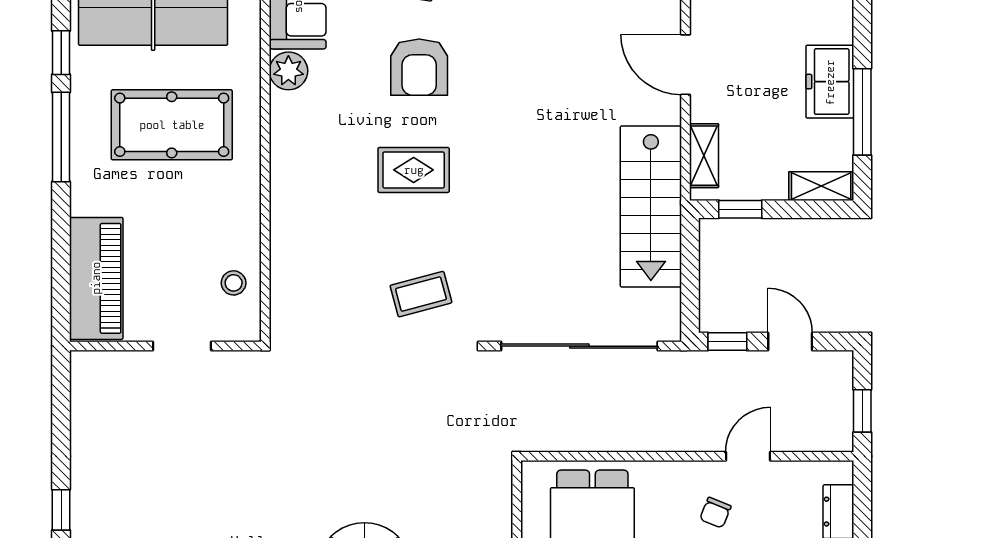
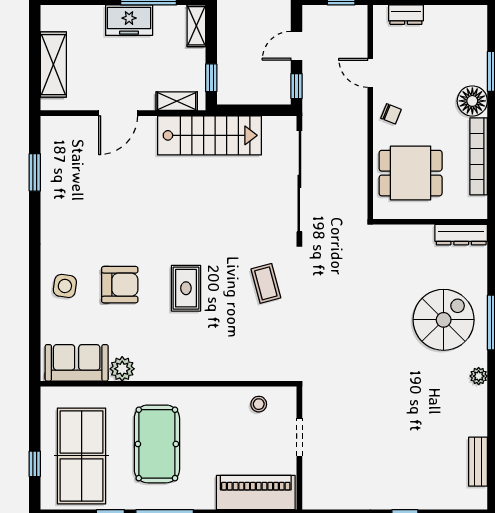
chair: (715, 513) -> (391, 114), moved

